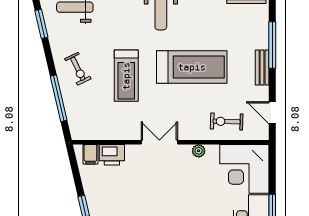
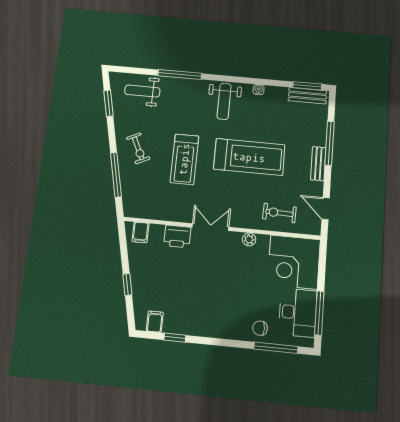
printer: (112, 155) -> (177, 236), moved

